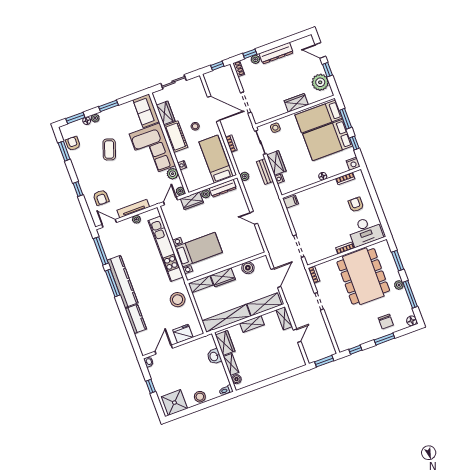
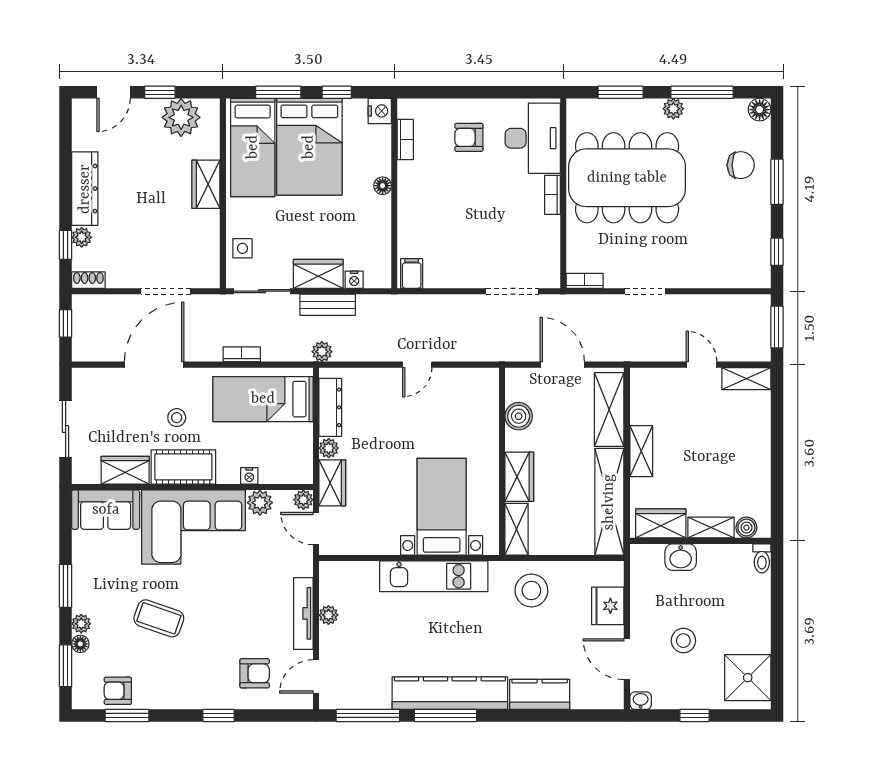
kitchen unit: (166, 249) -> (434, 576), width x0.73
shelving: (284, 318) -> (746, 379), moved
stool: (200, 397) -> (683, 641), moved

